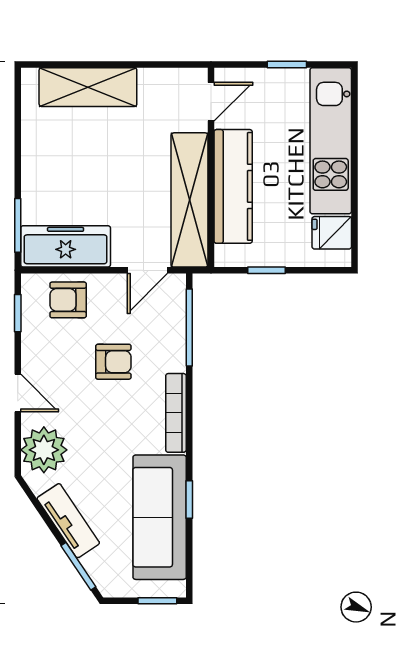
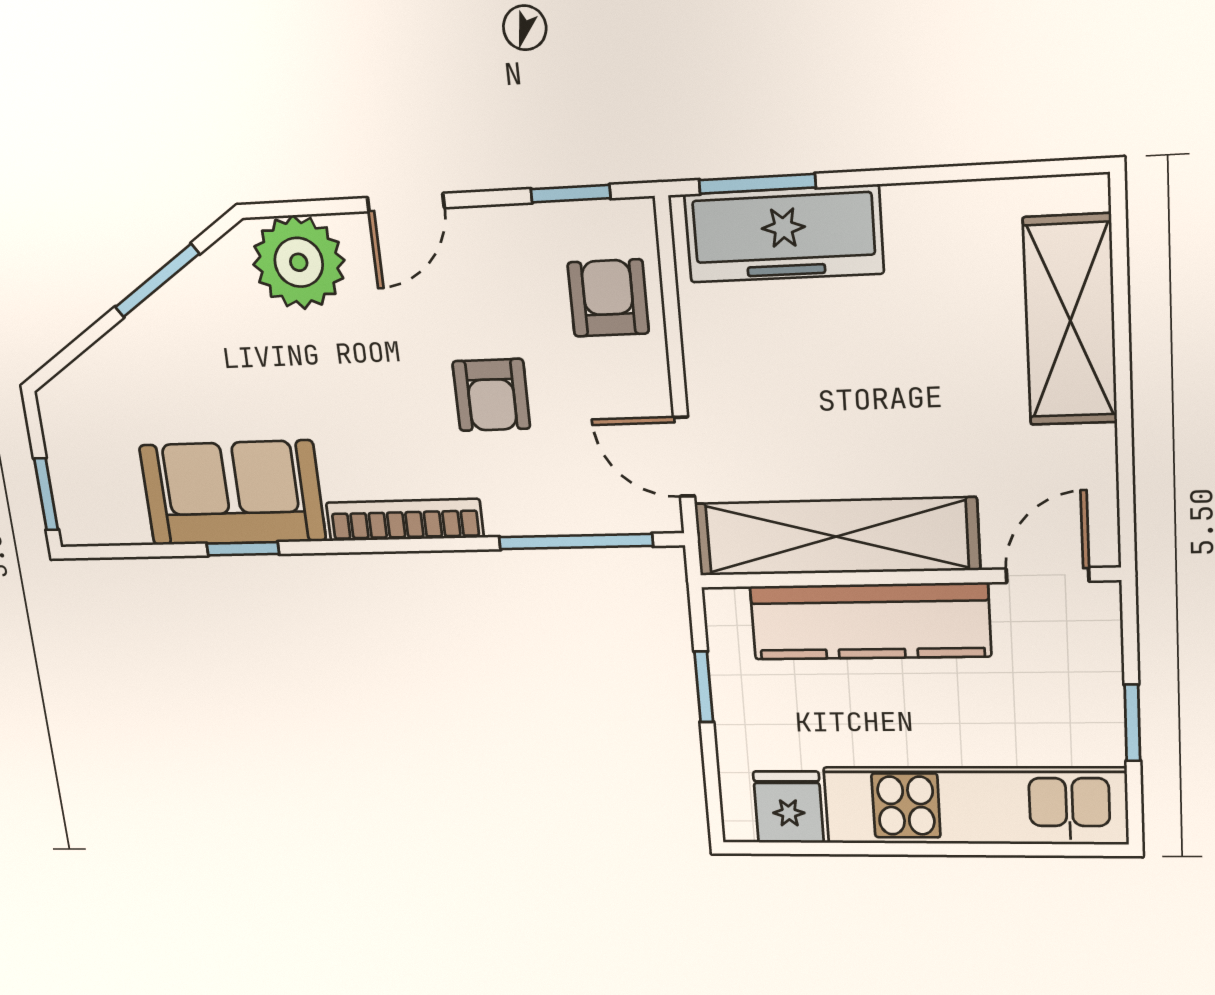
door: (211, 102) -> (1047, 575), swing flipped
freezer: (66, 246) -> (784, 234), moved, turned 90
sofa: (160, 517) -> (232, 493), width x0.73
tv unit: (68, 521) -> (168, 318), removed
window: (78, 566) -> (157, 281), moved

